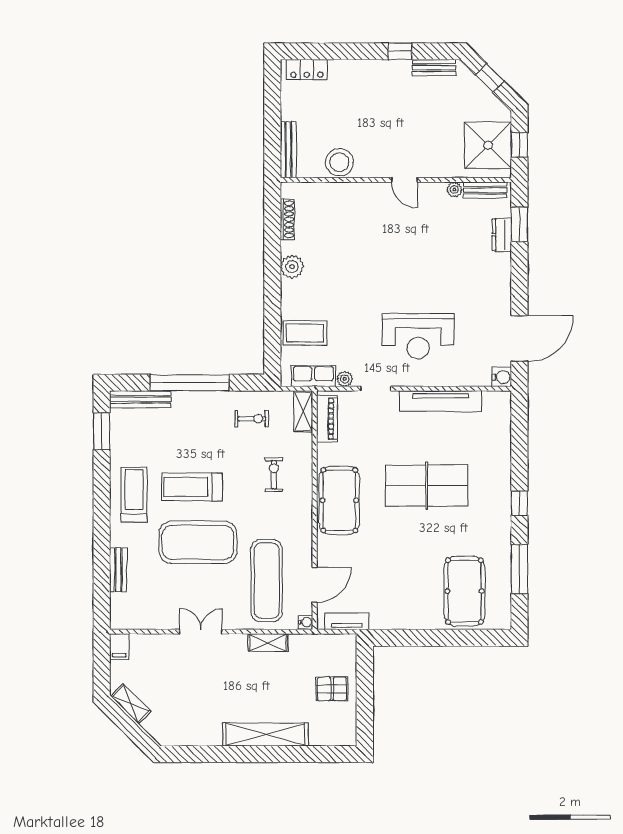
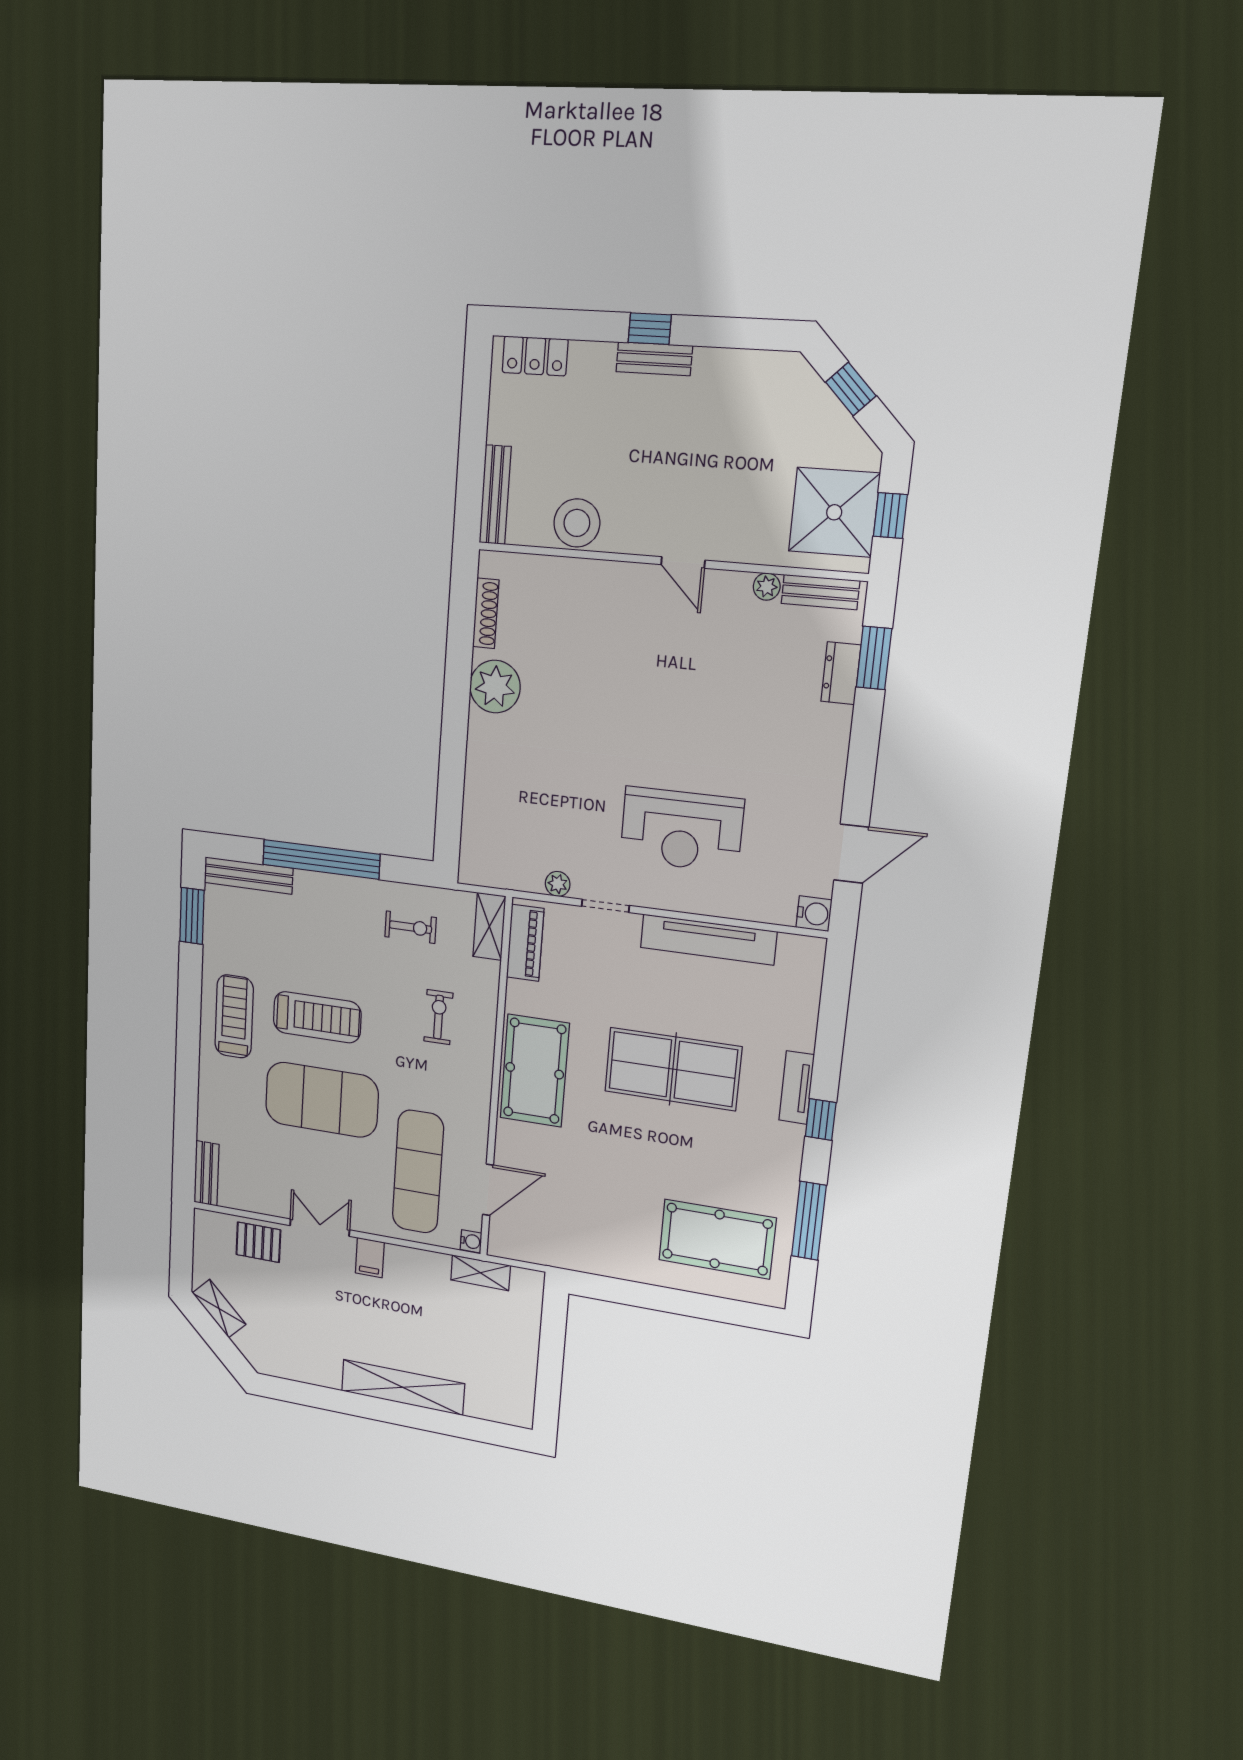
window: (400, 51) -> (650, 329), moved
bench: (434, 68) -> (654, 359), moved
plant: (292, 267) -> (495, 687), width x1.36, depth x1.36
coffee table: (305, 333) -> (501, 803), removed
door: (519, 339) -> (851, 854), width x0.73
row of seats: (313, 376) -> (509, 873), removed
treadmill: (192, 487) -> (317, 1017), turned 180
bench: (118, 570) -> (207, 1173), moved
pool table: (464, 591) -> (717, 1239), turned 90
tv unit: (347, 621) -> (797, 1088), moved, turned -90
shelving: (268, 643) -> (481, 1273), moved
filing cabinet: (119, 646) -> (370, 1258), moved
pallet: (332, 689) -> (258, 1242), moved

